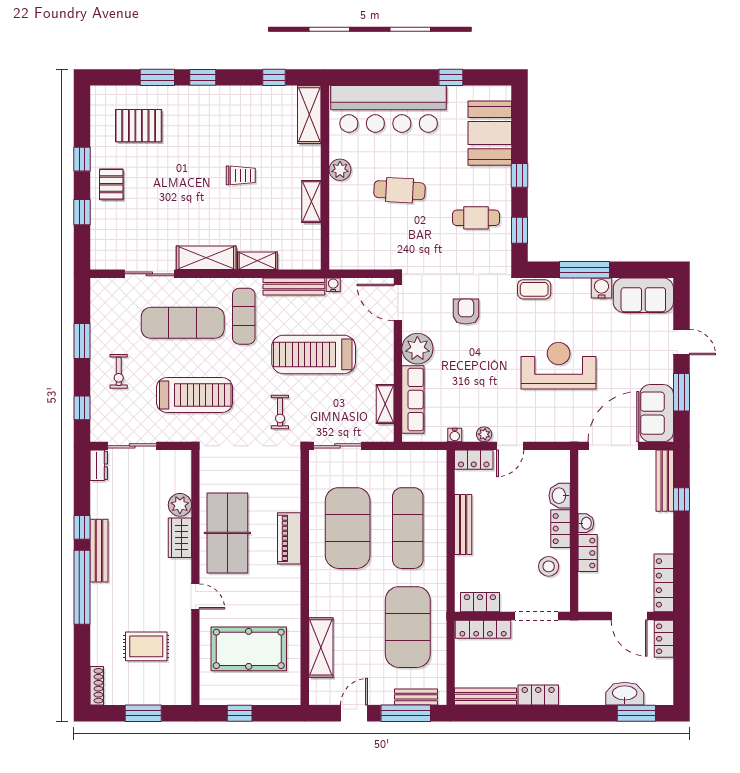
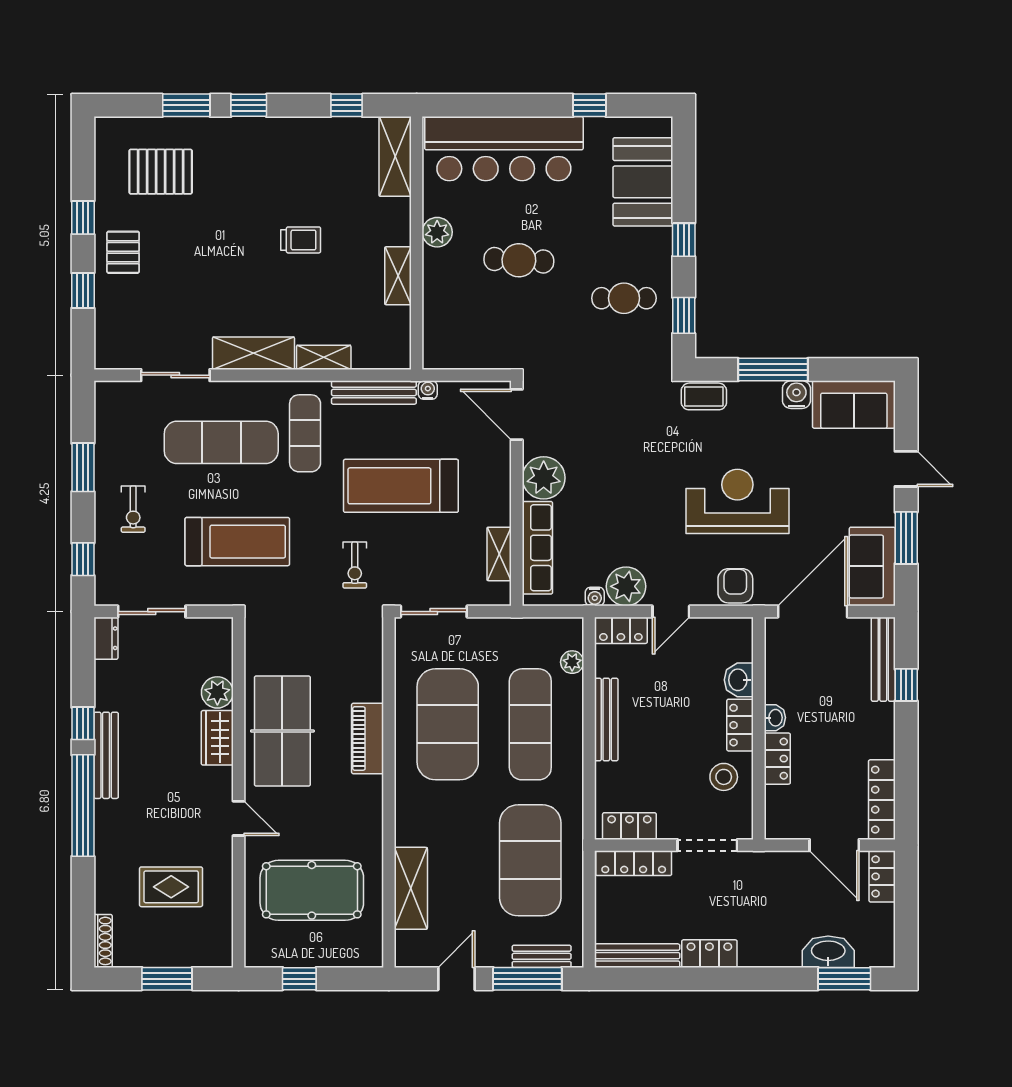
armchair: (466, 311) -> (735, 586), moved
plant: (484, 434) -> (626, 586), width x1.87, depth x1.87
plant: (438, 483) -> (572, 662), added

